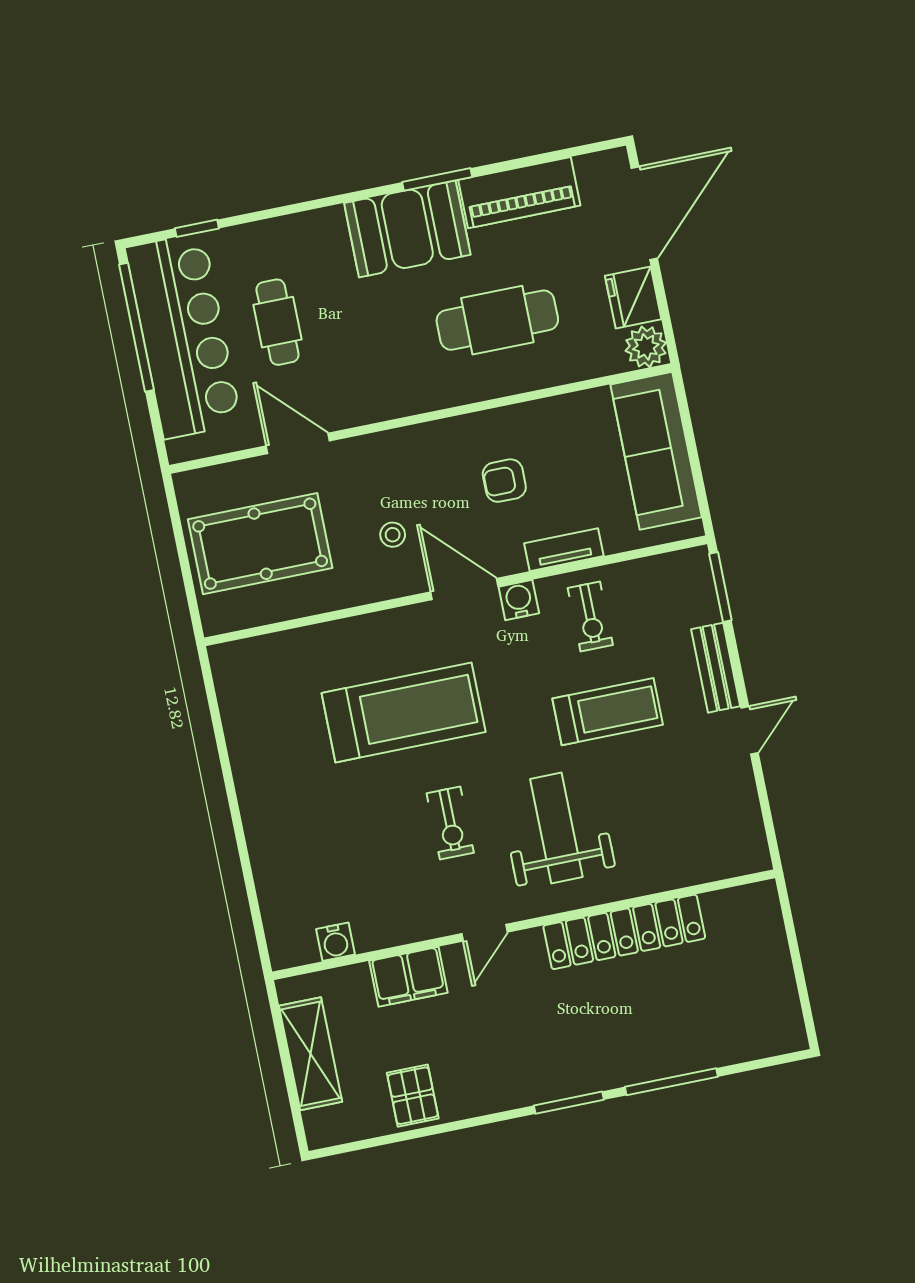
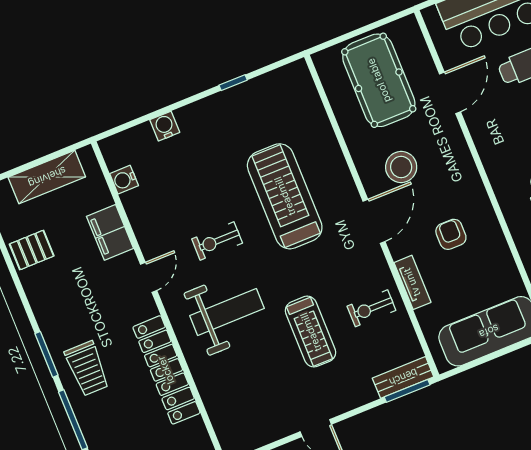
stool: (393, 535) -> (401, 167), width x1.89, depth x1.89
water cooler: (519, 600) -> (165, 126), moved, turned -90
bench: (716, 668) -> (403, 377), moved
treadmill: (404, 712) -> (285, 196), turned 180
window: (224, 757) -> (233, 83), added
door: (484, 933) -> (149, 277), swing flipped
trolley: (601, 1047) -> (87, 368), added

